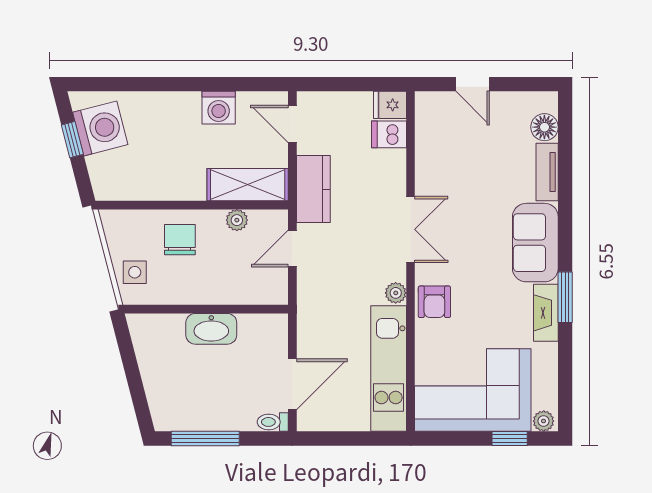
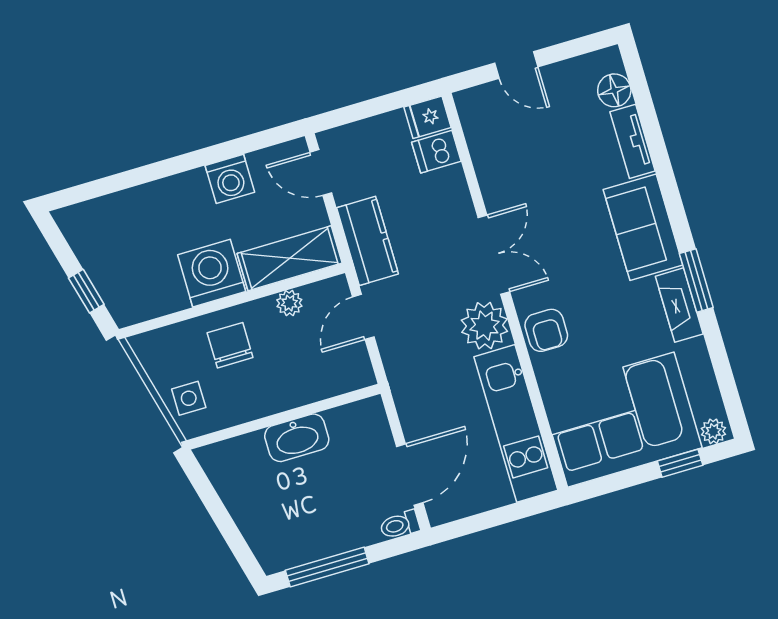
washing machine: (100, 128) -> (212, 273), moved, turned -76
window: (72, 140) -> (86, 291), moved
plant: (396, 293) -> (484, 326), width x1.87, depth x1.87

